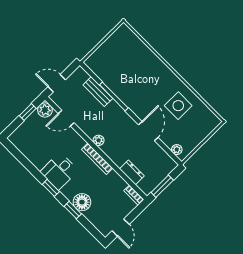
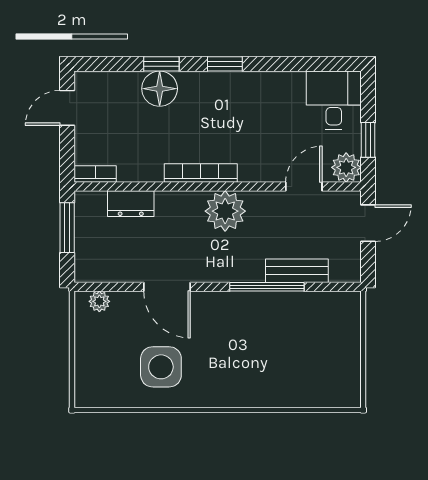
plant: (99, 140) -> (225, 211), width x1.88, depth x1.88
desk: (59, 171) -> (334, 100), moved
door: (121, 228) -> (67, 108), hinge flipped

